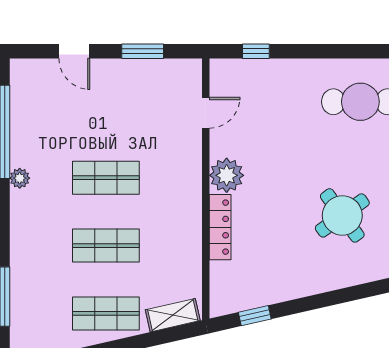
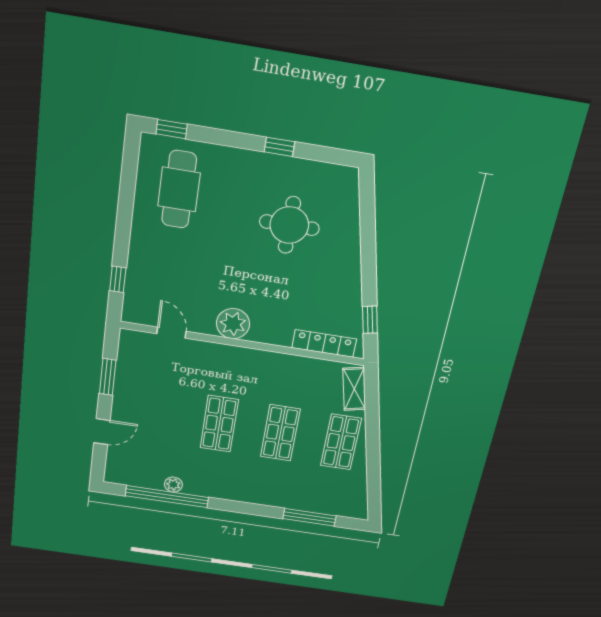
plant: (20, 178) -> (173, 485), moved
round table: (342, 215) -> (289, 225), turned 36
locker: (220, 227) -> (324, 343), moved

